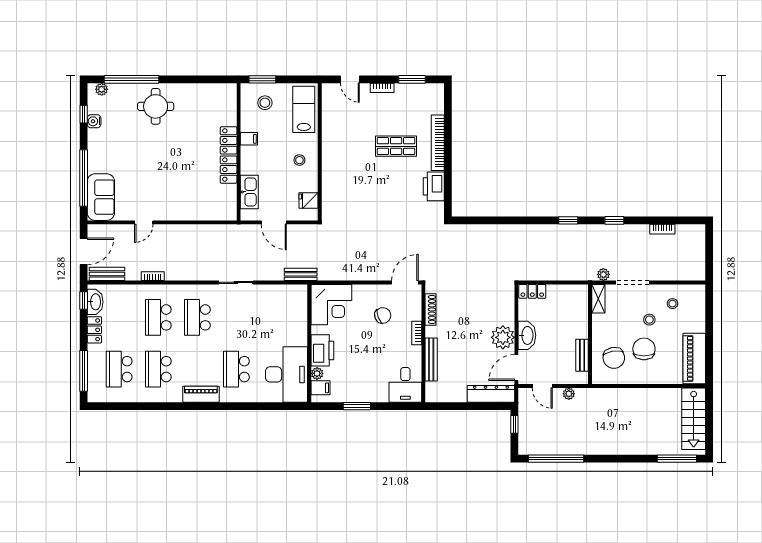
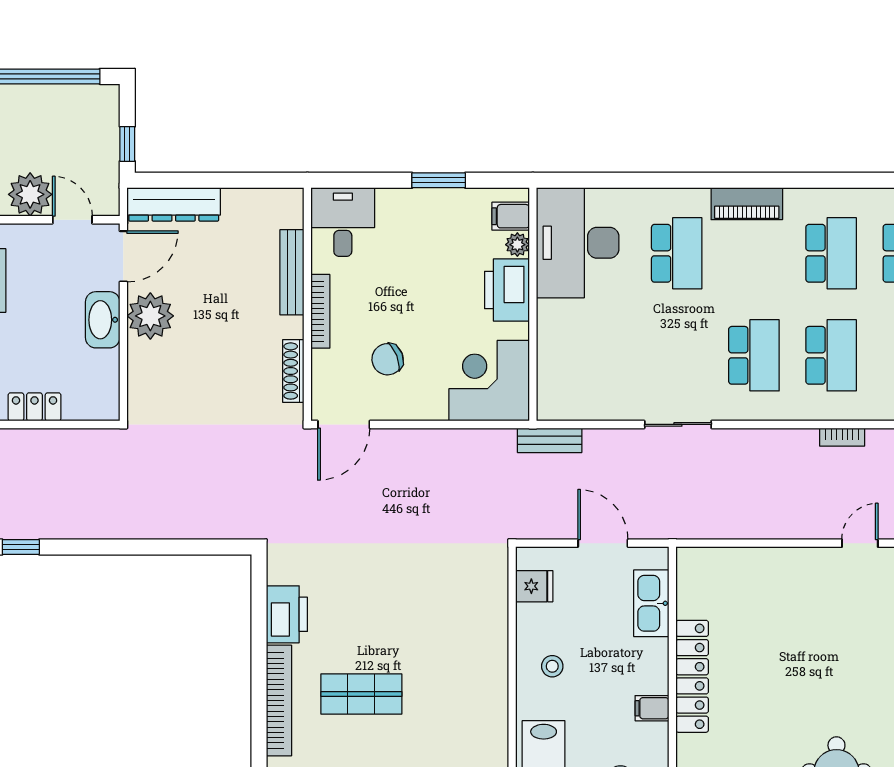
locker: (532, 291) -> (34, 407), moved
bookcase: (417, 333) -> (320, 311), width x1.56
plant: (569, 394) -> (30, 194), width x1.88, depth x1.88

